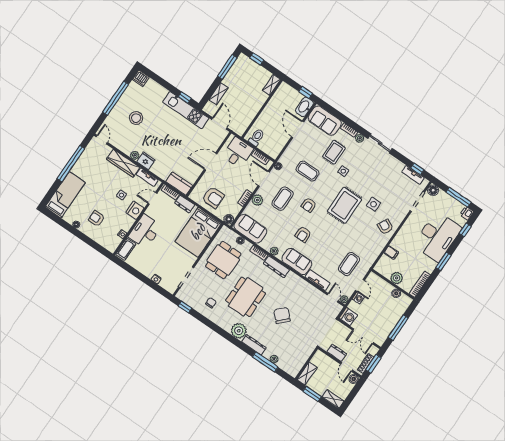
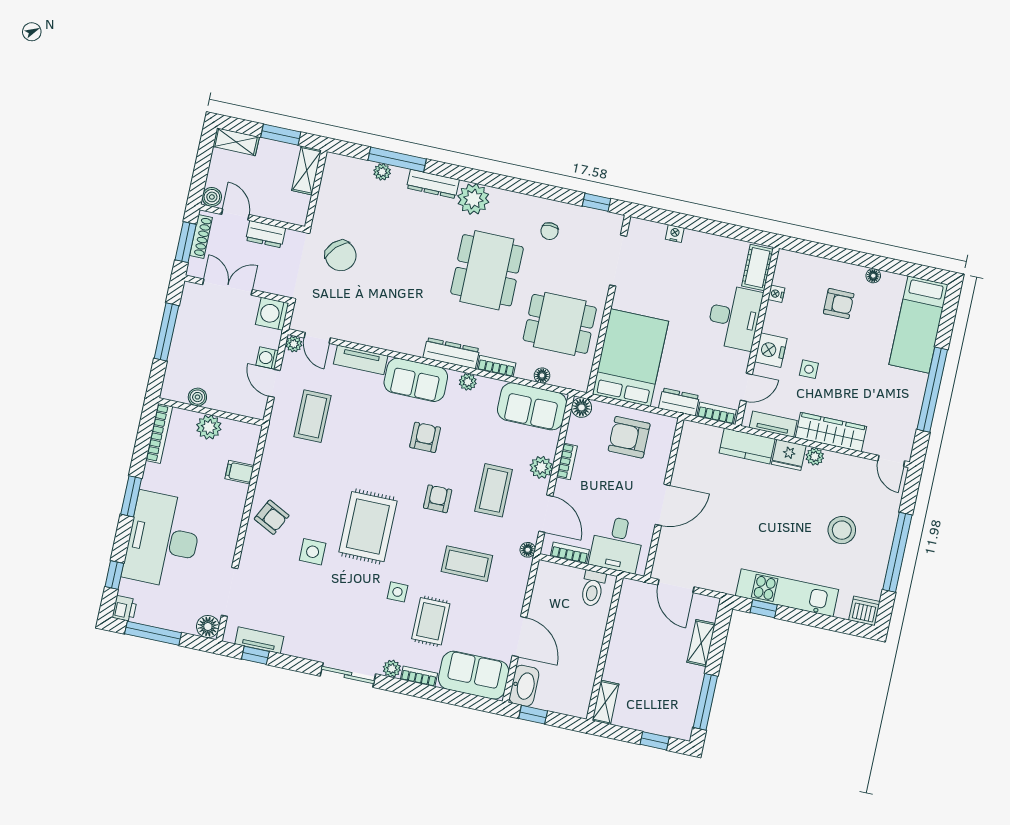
kitchen unit: (186, 110) -> (787, 593), moved
kitchen counter: (179, 184) -> (747, 446), moved
dining table: (223, 260) -> (560, 324), turned 90
chair: (282, 316) -> (341, 256), moved

